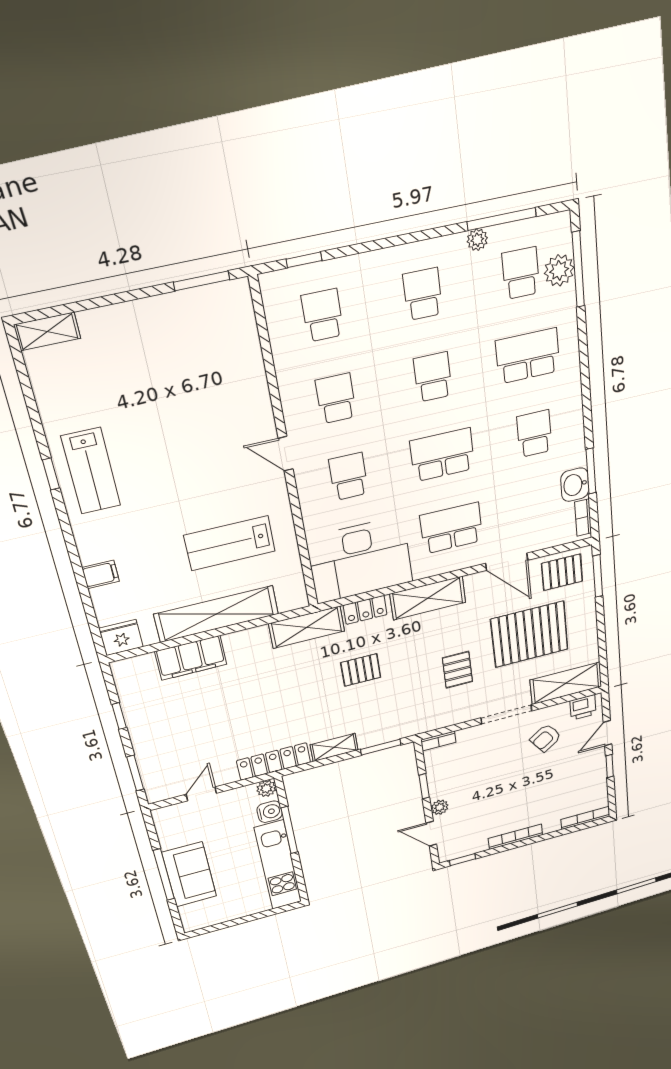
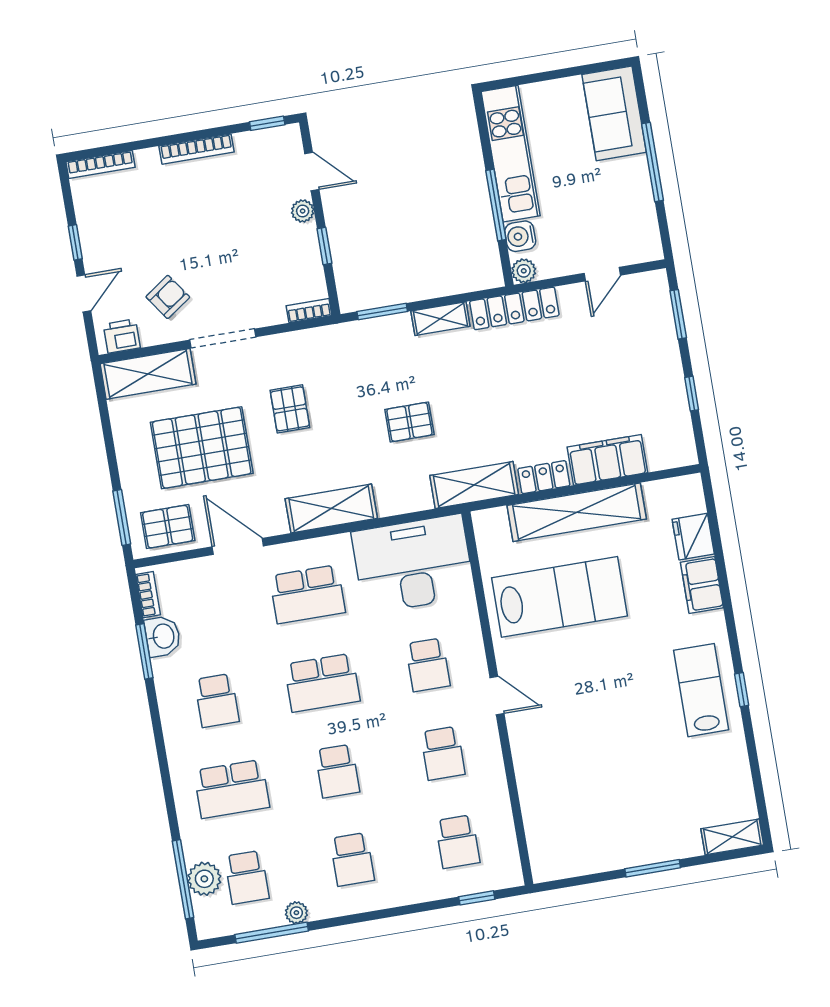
window: (202, 281) -> (653, 868), moved
lab bench: (230, 543) -> (559, 597), width x1.36, depth x1.39
filing cabinet: (101, 574) -> (702, 585), width x2.00
locker: (365, 610) -> (544, 477), moved
fridge: (121, 638) -> (693, 537), moved, turned 90
sofa: (189, 874) -> (614, 113), moved

